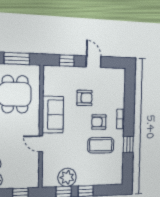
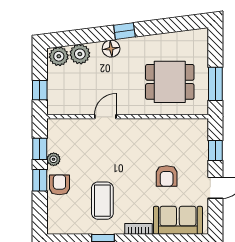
sofa: (53, 115) -> (178, 220), moved, turned 180
armchair: (99, 122) -> (59, 185), moved
plant: (67, 177) -> (54, 159), width x0.53, depth x0.53

